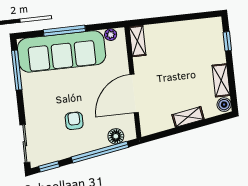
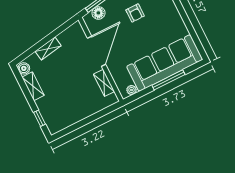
shelving: (138, 41) -> (104, 83), moved
window: (17, 70) -> (194, 36), removed

